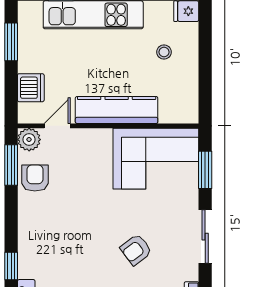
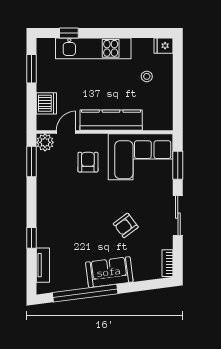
armchair: (35, 178) -> (88, 162), moved

